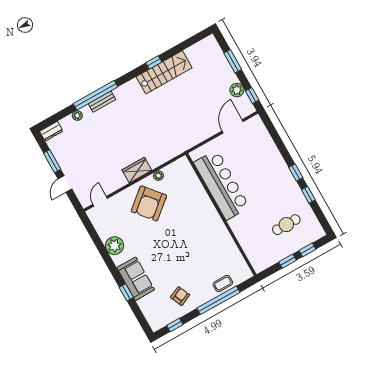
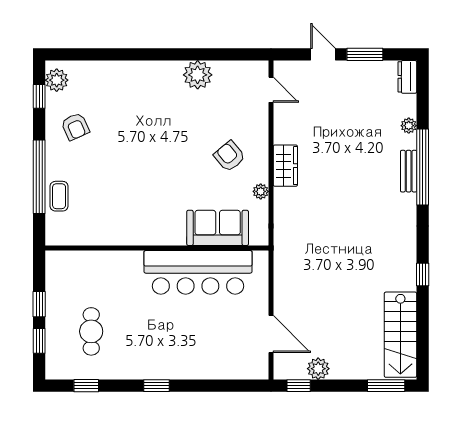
window: (233, 61) -> (386, 386), moved
stairs: (164, 72) -> (400, 335), moved
window: (308, 195) -> (86, 386), moved
armchair: (149, 203) -> (229, 156), width x0.53, depth x0.53
sofa: (136, 279) -> (218, 228), moved, turned 180
window: (126, 292) -> (123, 54), removed
plant: (161, 320) -> (57, 80), added

